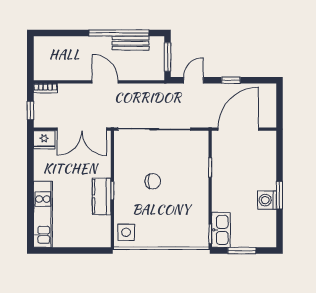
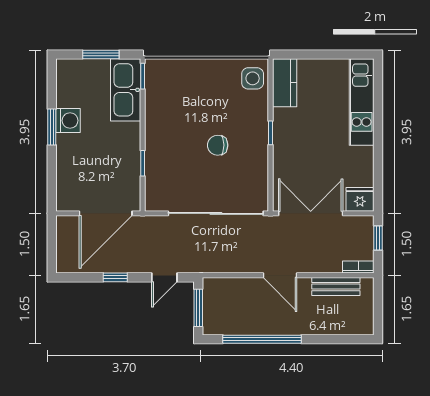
bench: (131, 43) -> (336, 287), moved
kitchen counter: (102, 196) -> (285, 83), moved
kitchen sink: (221, 230) -> (126, 90), width x1.36, depth x1.24

